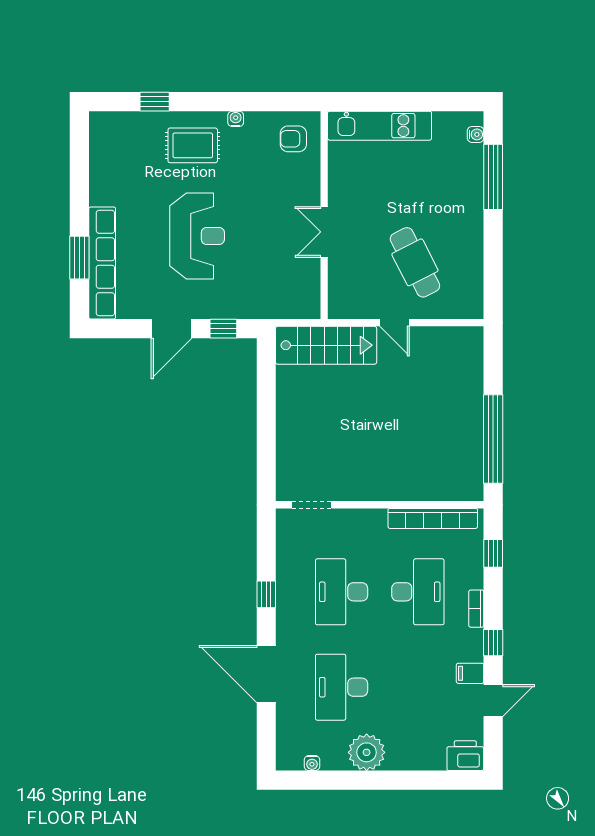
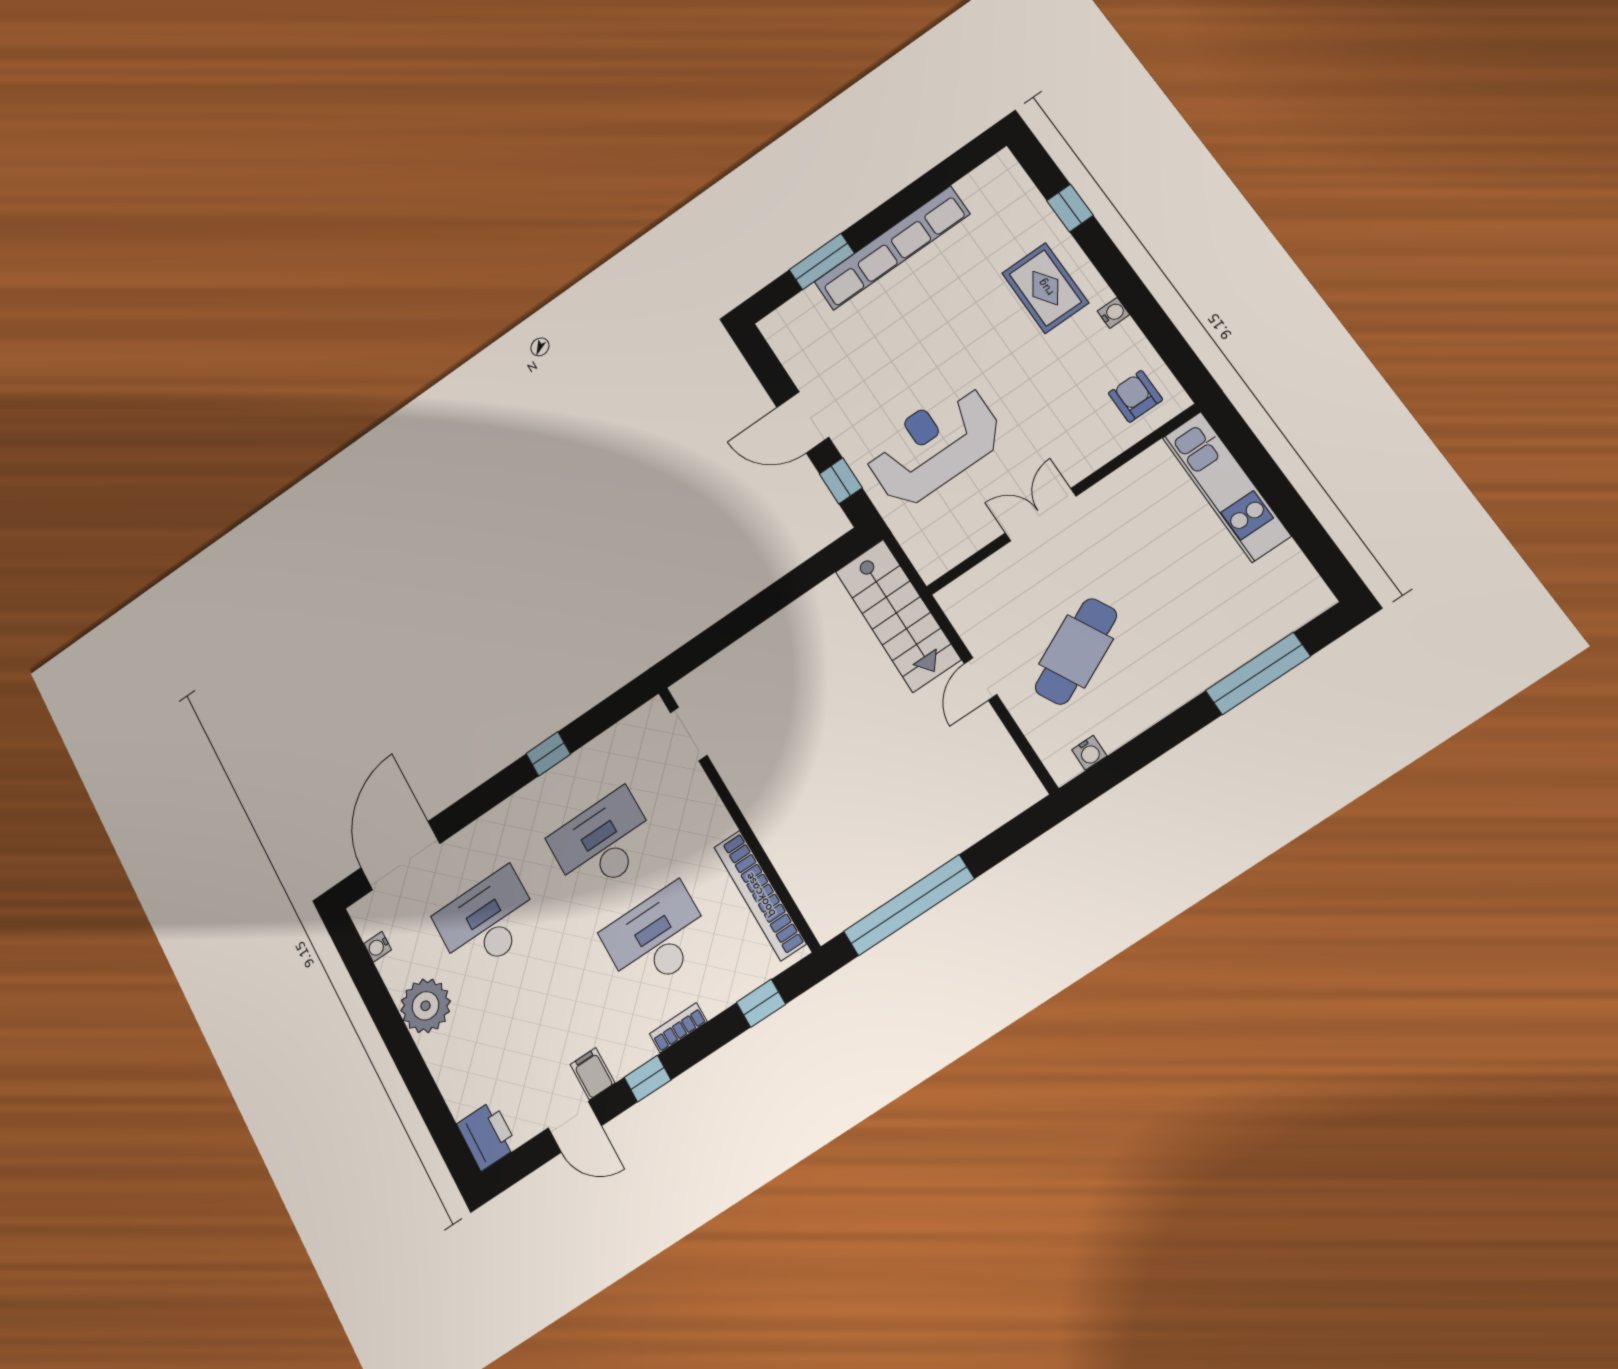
water cooler: (476, 134) -> (1089, 753), moved
reception desk: (197, 236) -> (934, 445), moved, turned 180
row of seats: (102, 263) -> (892, 248), moved
desk: (418, 592) -> (657, 938), turned 180
door: (266, 674) -> (400, 856), moved

